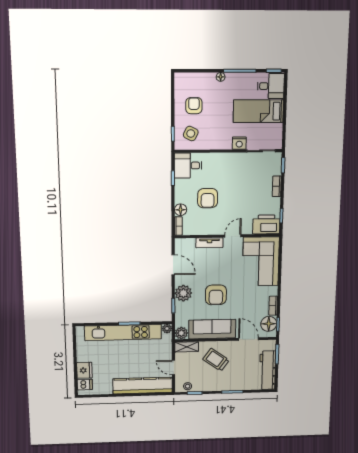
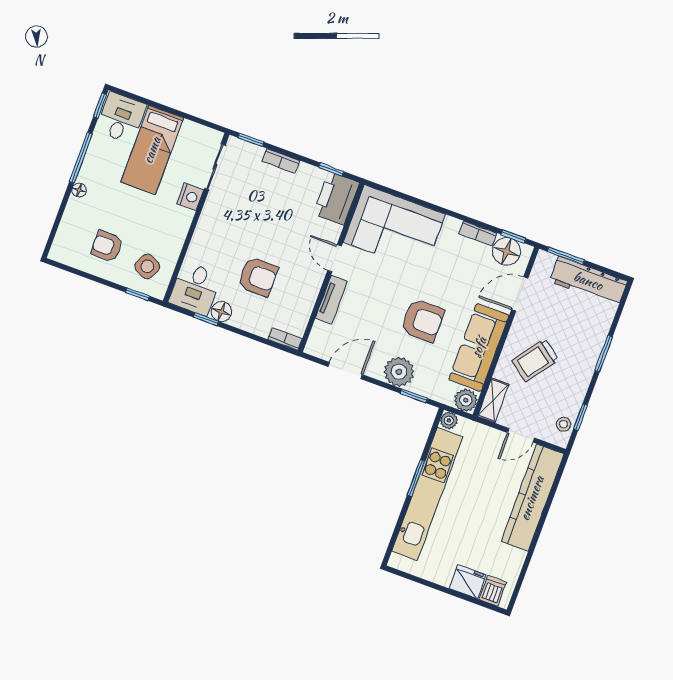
floor lamp: (181, 210) -> (221, 312), moved

